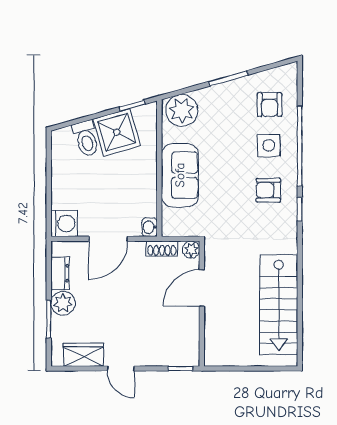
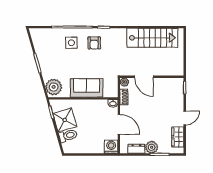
armchair: (269, 105) -> (51, 42), removed

